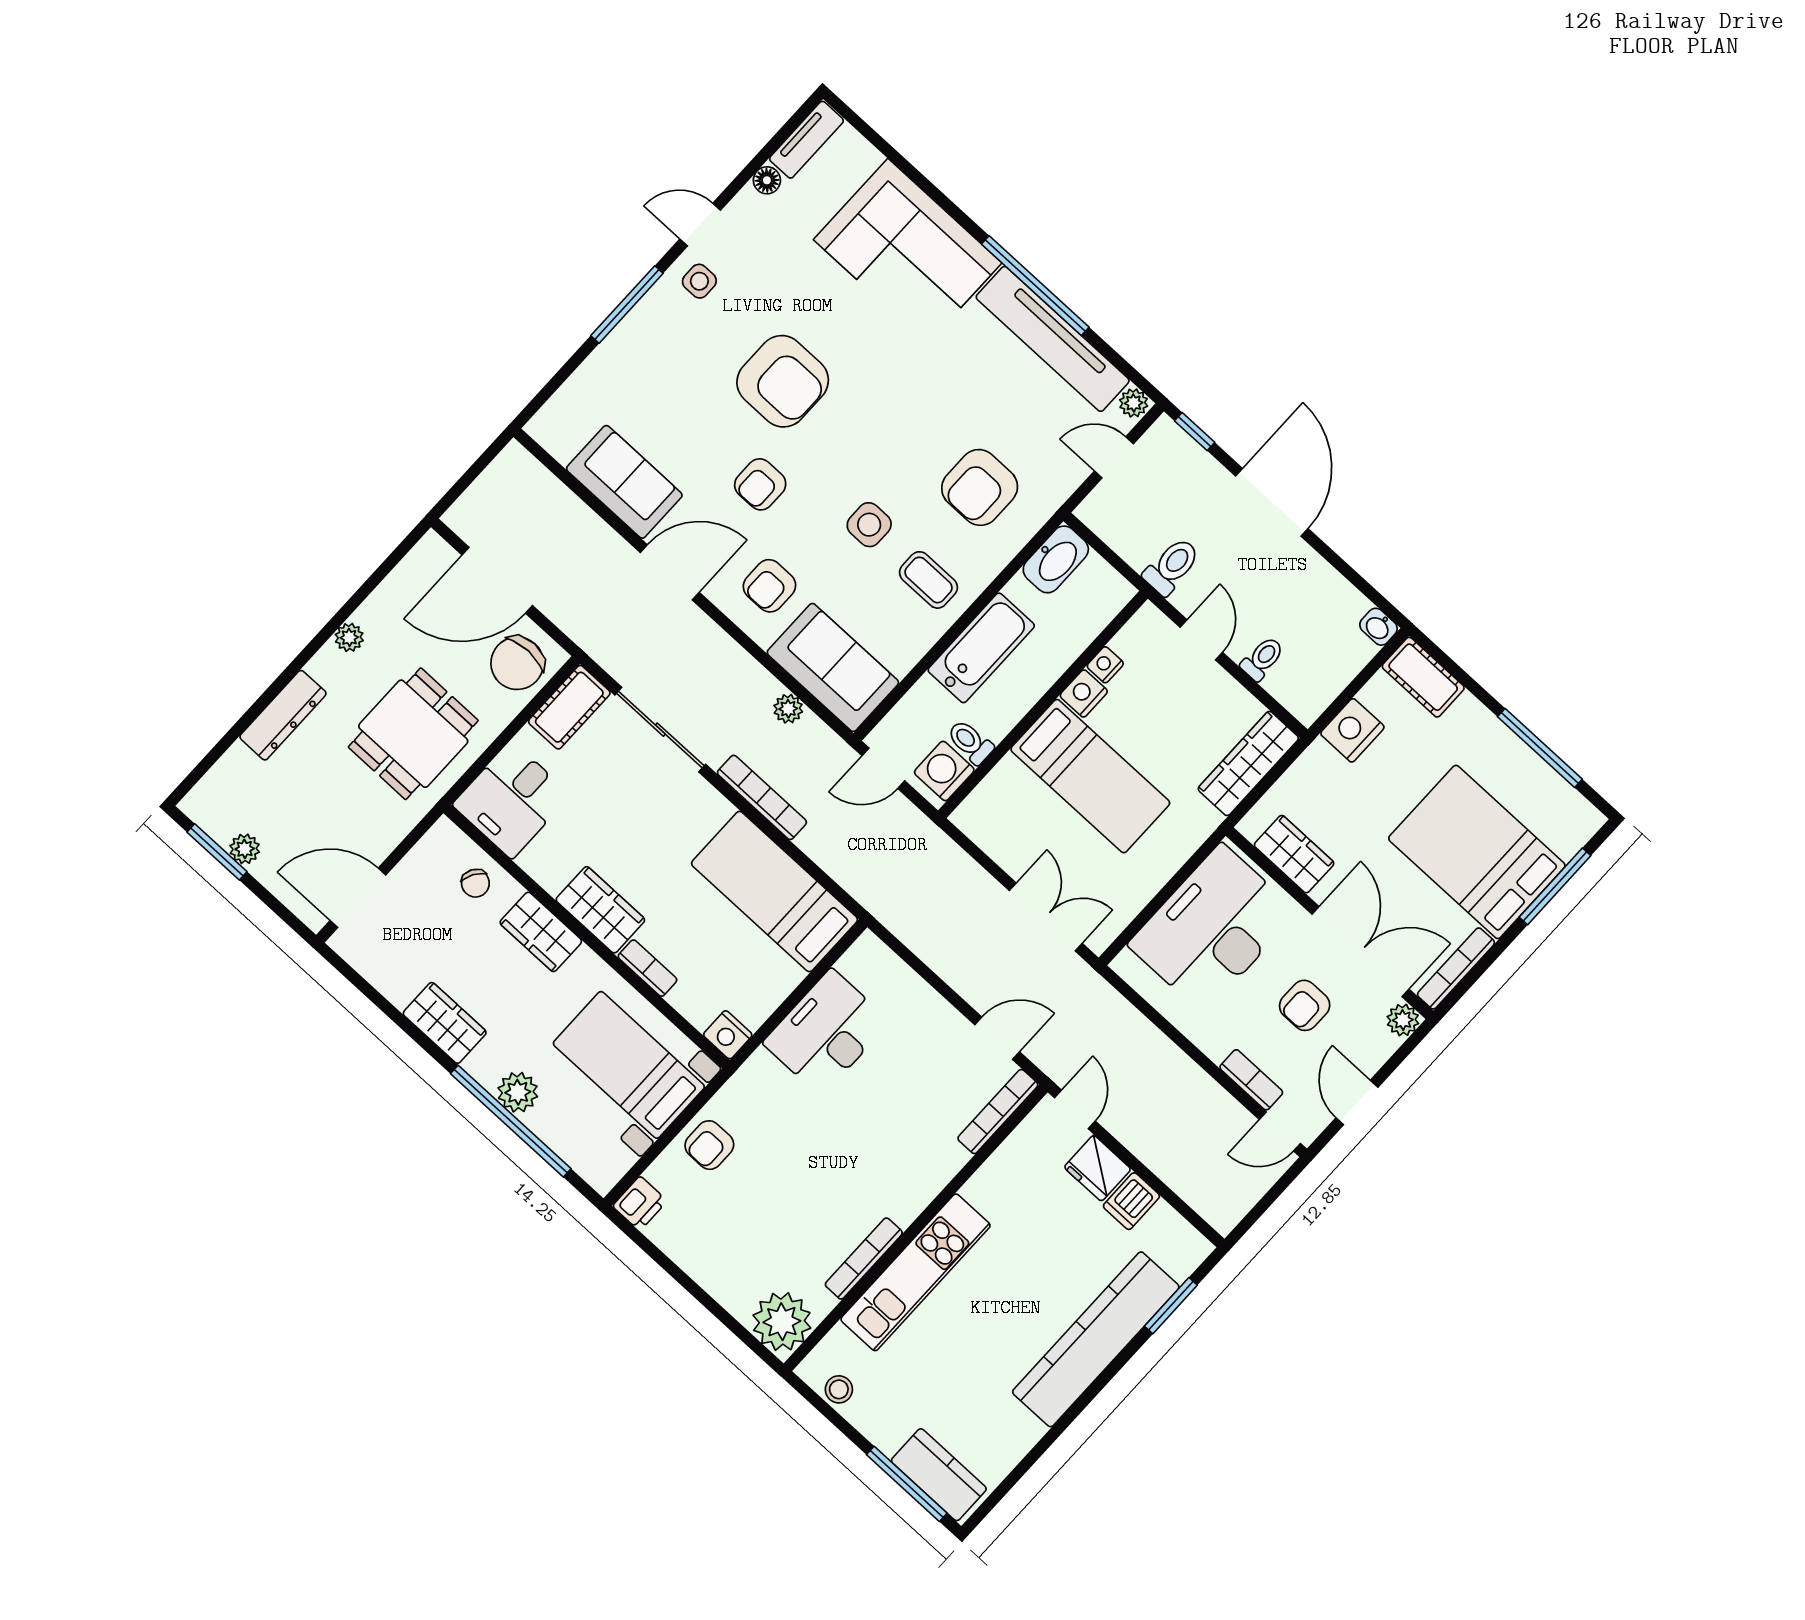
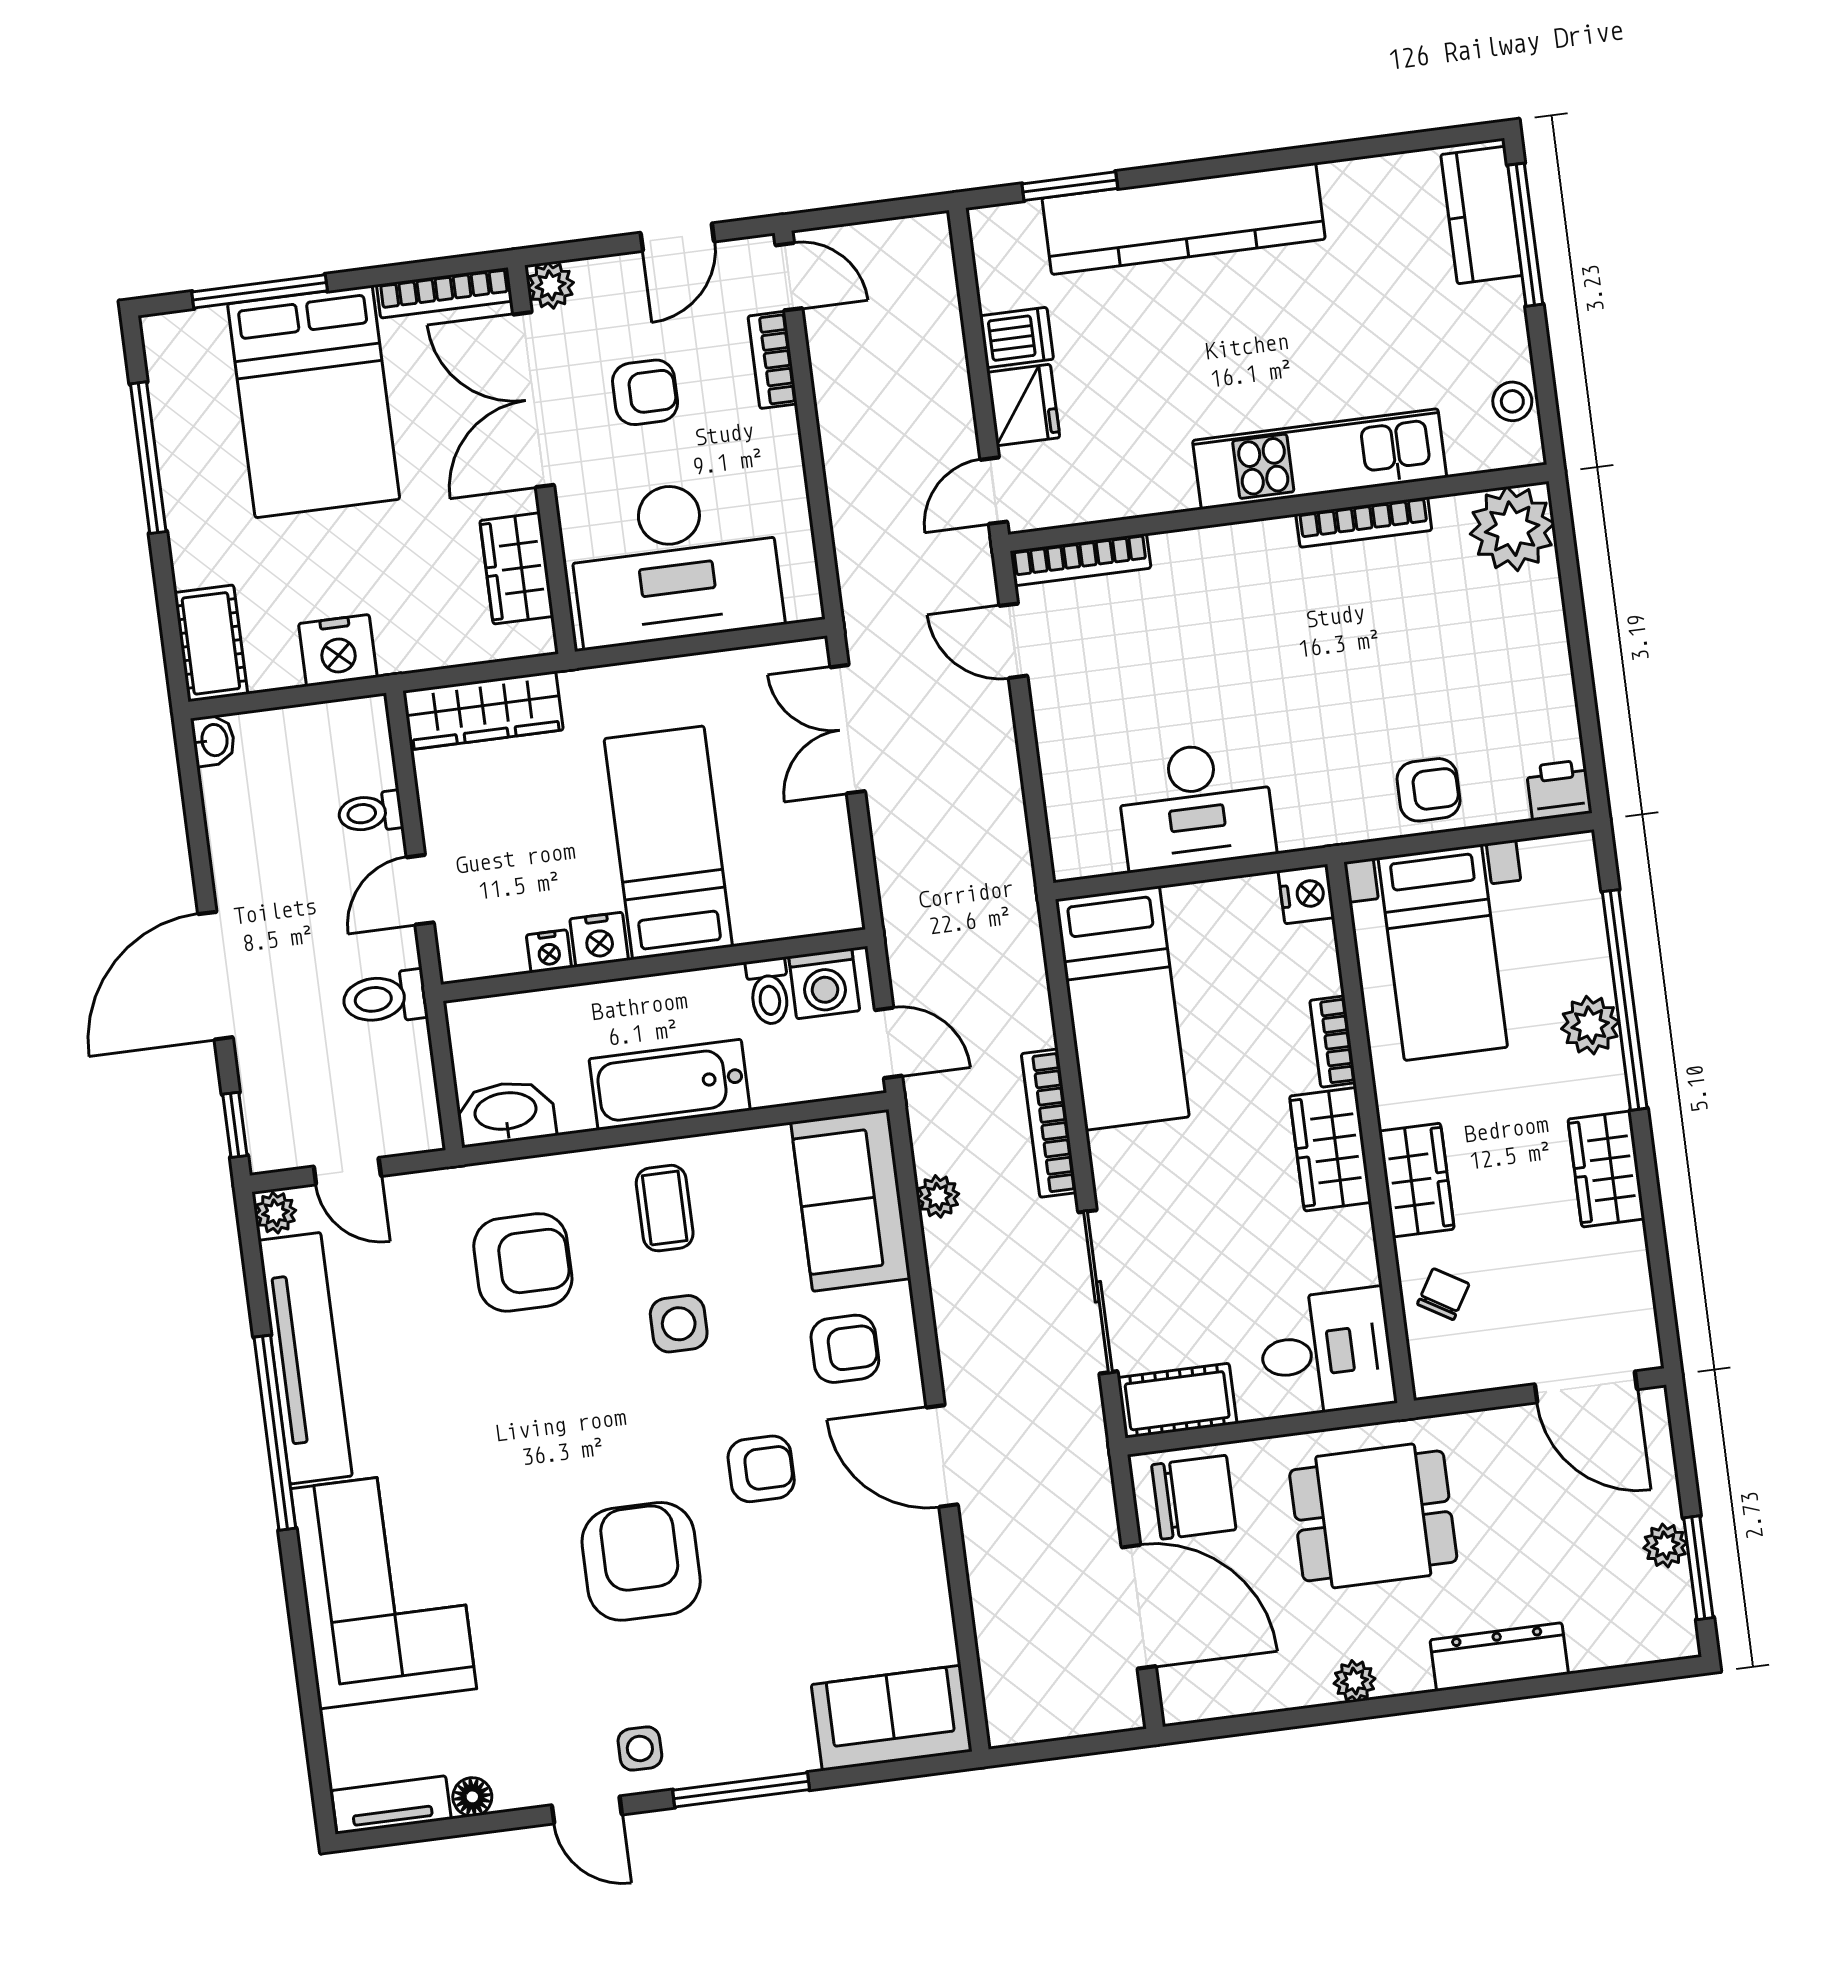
sofa: (624, 482) -> (892, 1718), moved, turned 90

